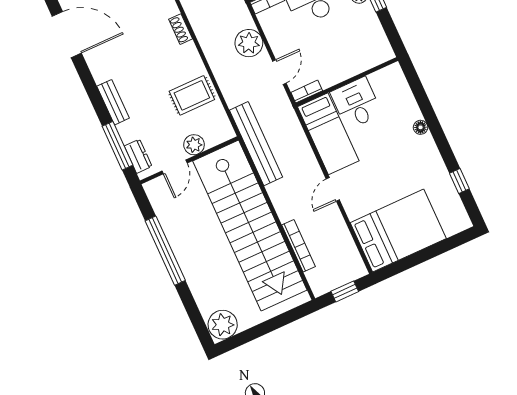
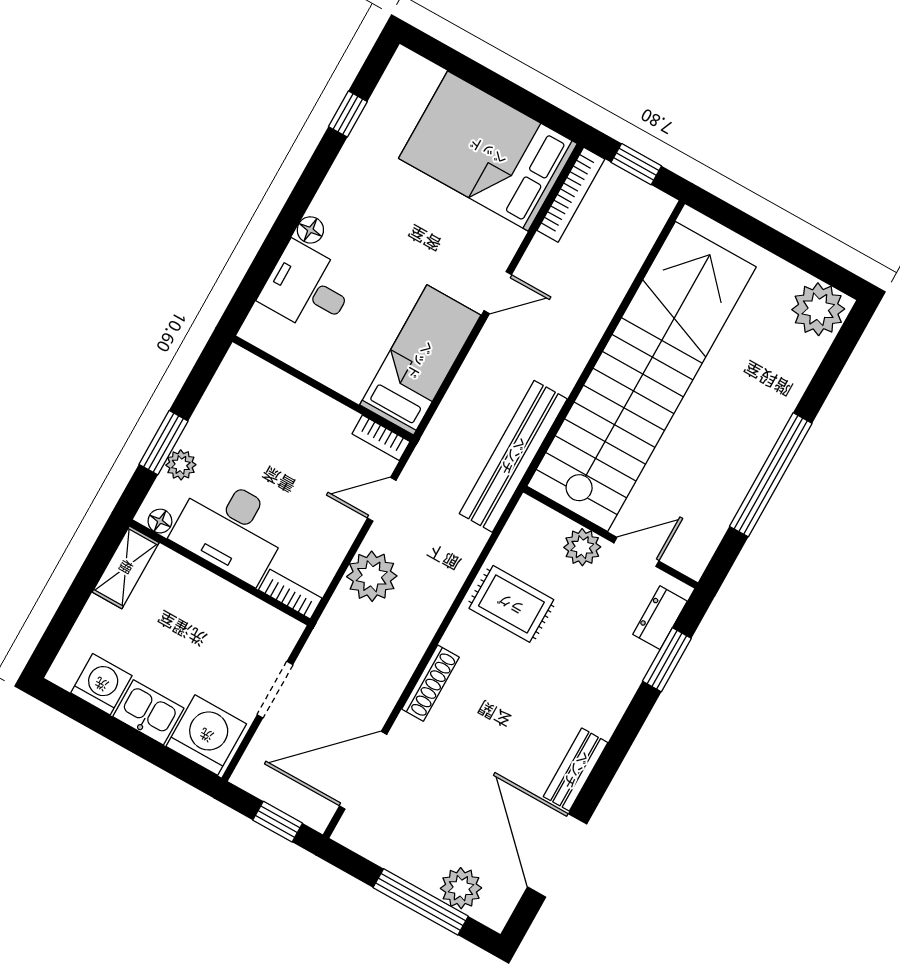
shoe rack: (181, 29) -> (431, 683), width x1.43
bench: (113, 102) -> (576, 770), moved
desk: (356, 103) -> (307, 288), moved, turned 90
window: (117, 146) -> (667, 660), width x0.69
bookcase: (298, 246) -> (571, 195), moved, turned 180

